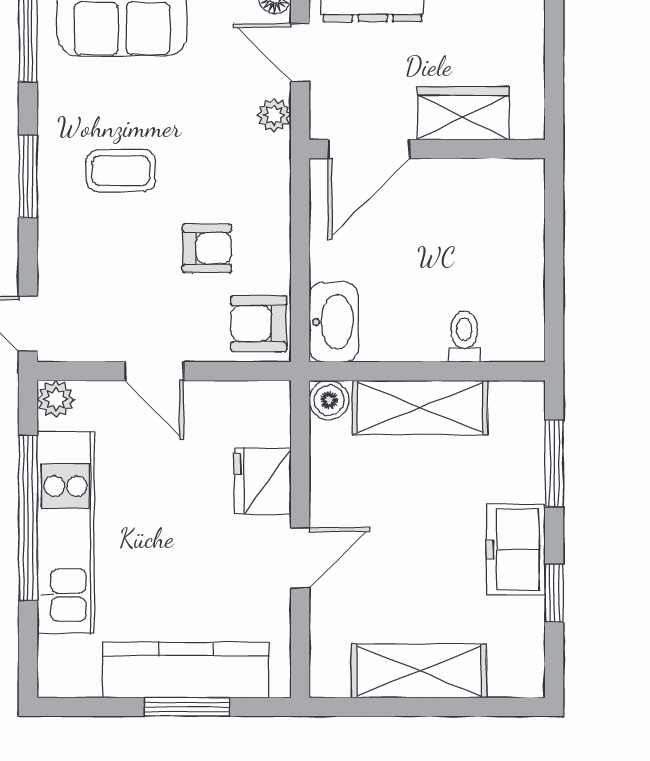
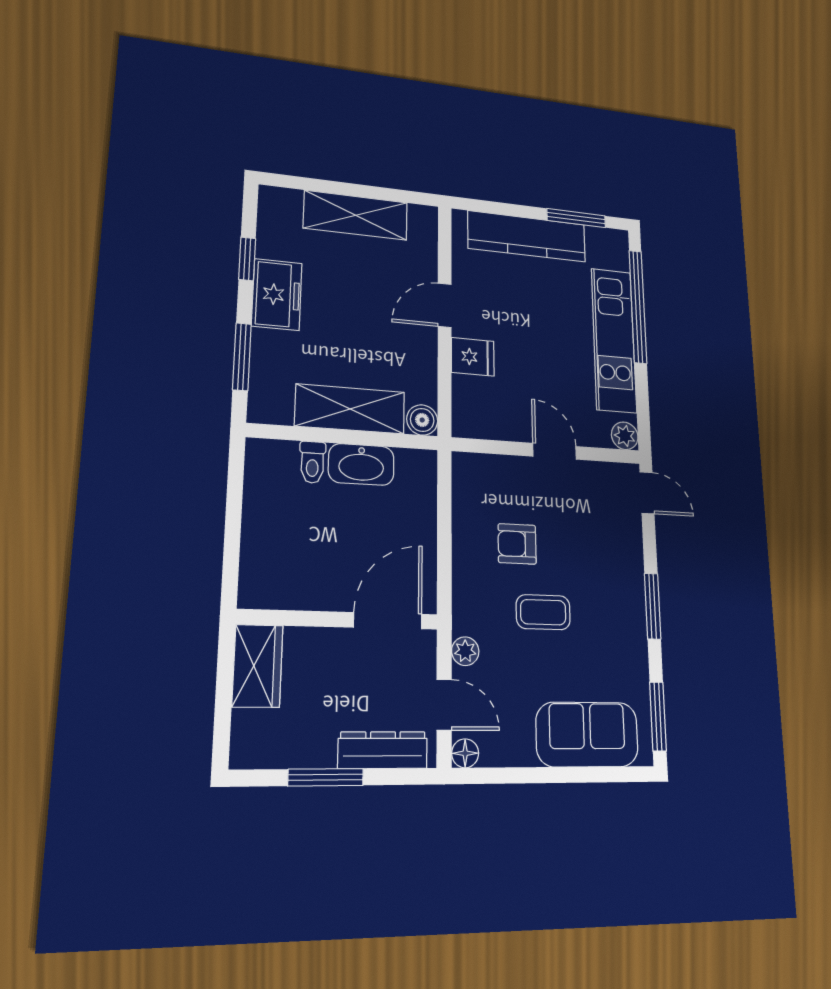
wardrobe: (463, 113) -> (258, 666), moved, turned -90
coffee table: (121, 171) -> (543, 612), moved
washbasin: (334, 322) -> (361, 464), moved, turned -90
armchair: (259, 324) -> (477, 483), removed
fridge: (263, 481) -> (473, 357), width x0.72
window: (28, 518) -> (638, 306), moved
window: (187, 707) -> (576, 218), moved

